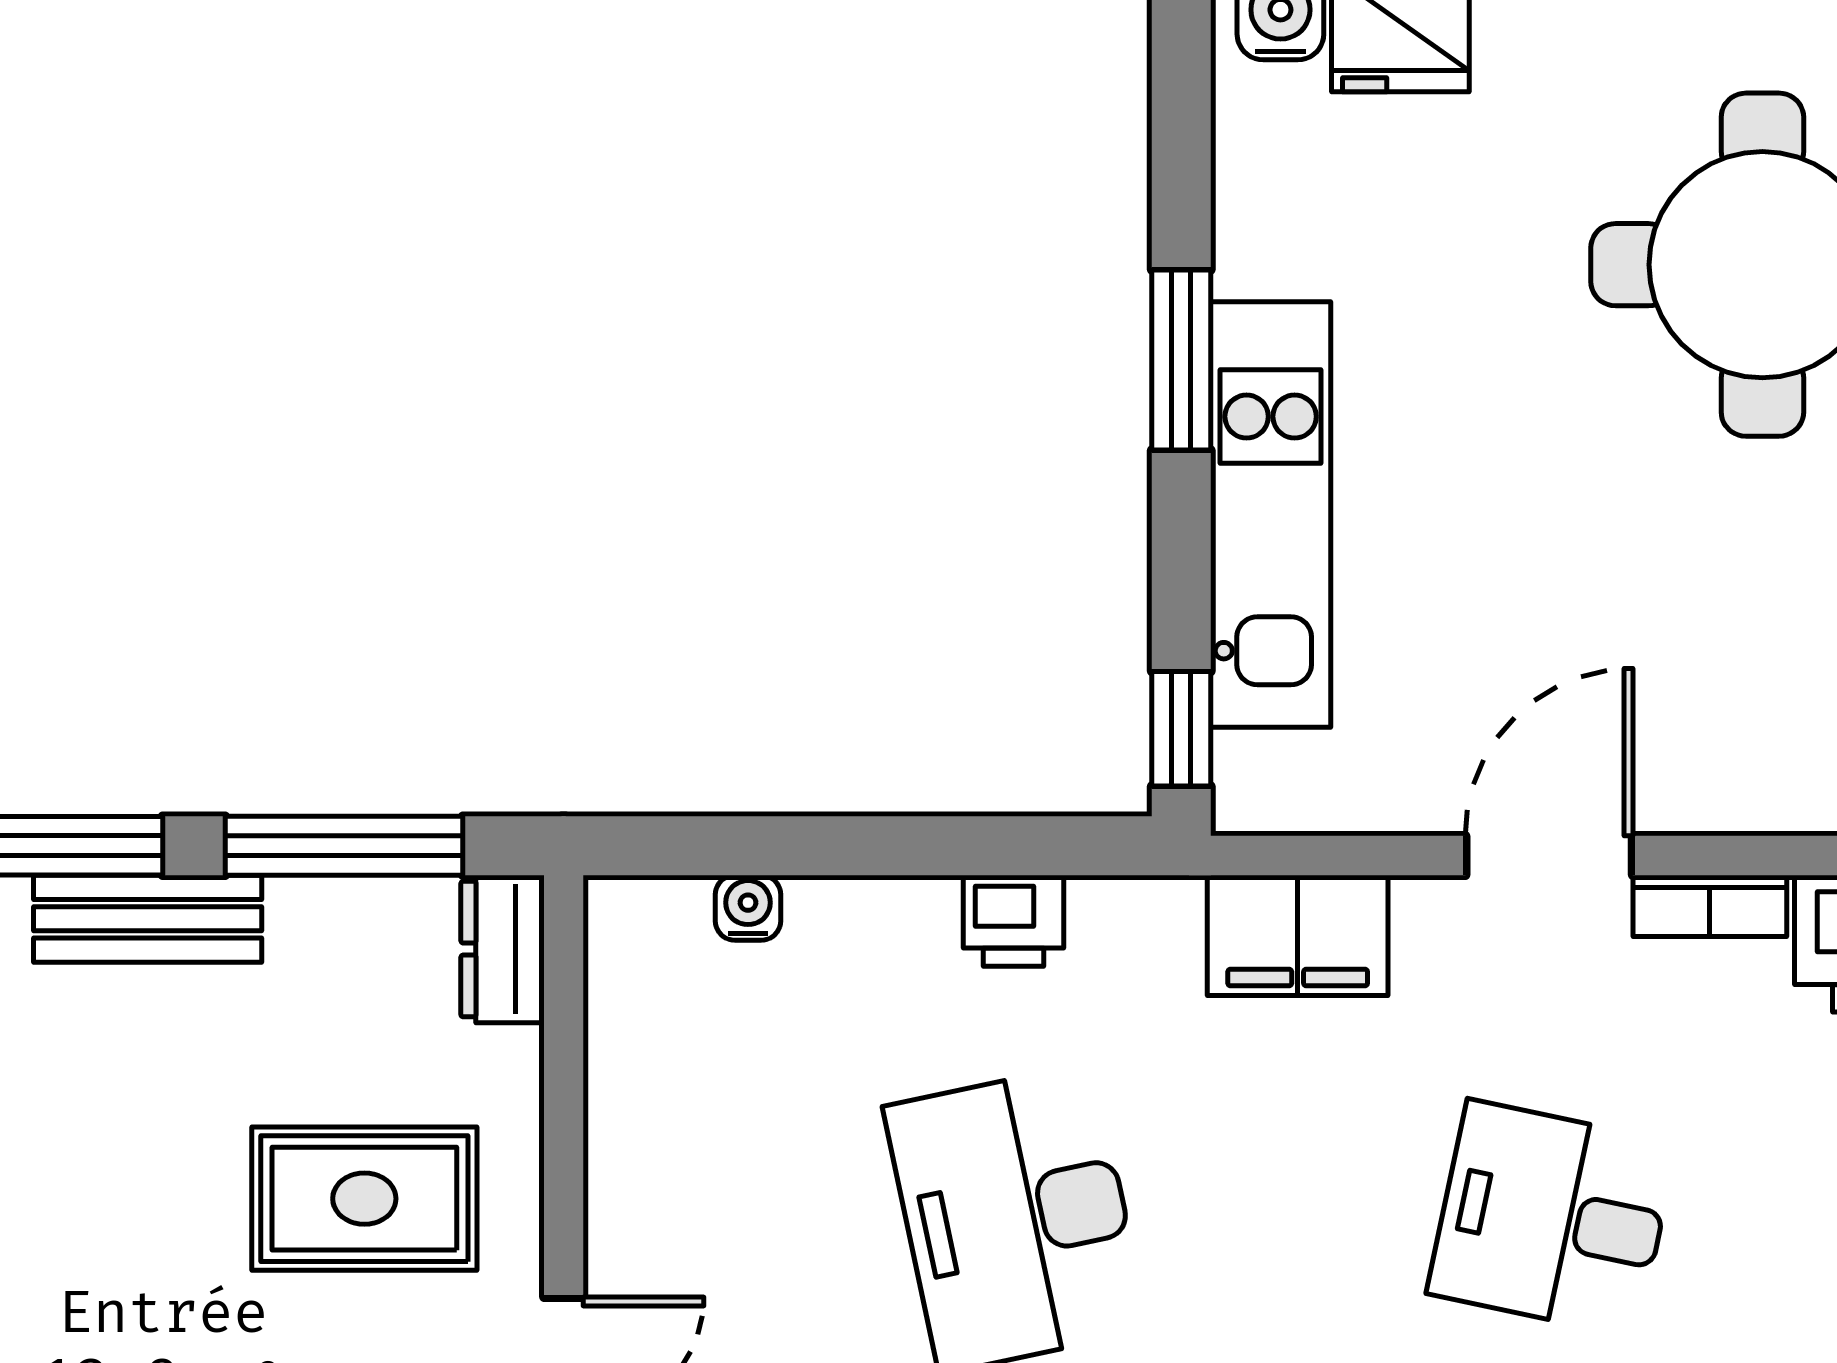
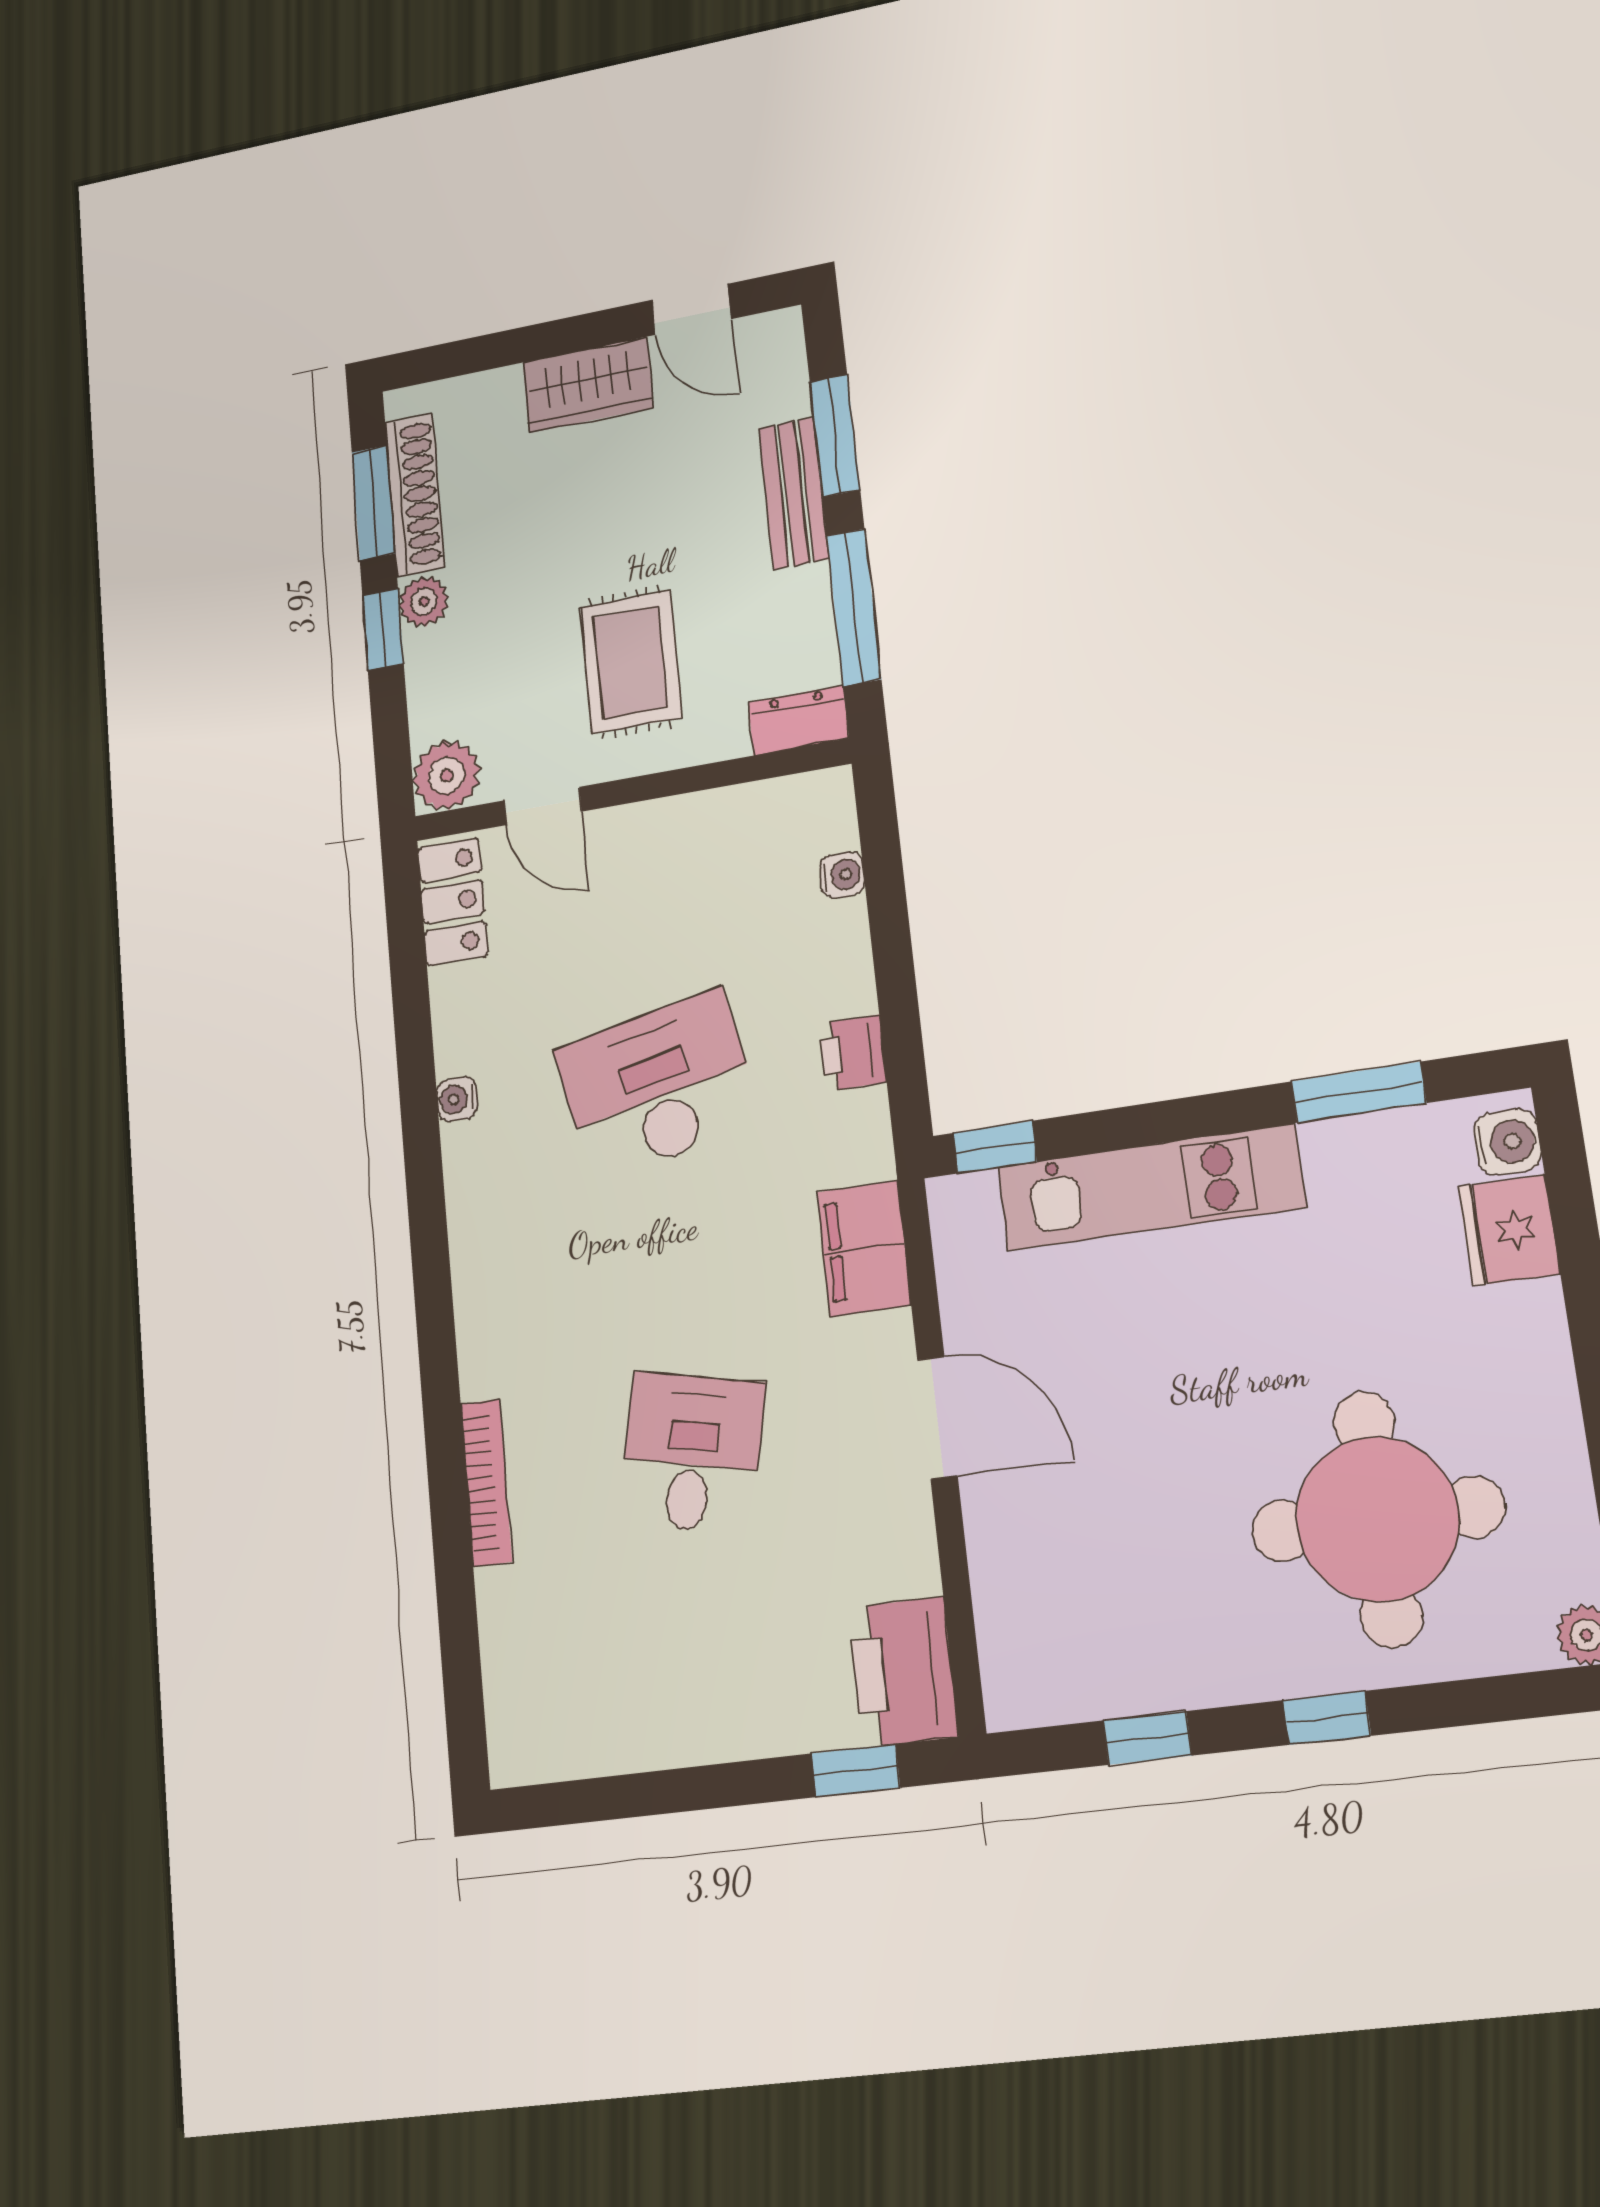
window: (1181, 360) -> (1359, 1092), moved
bookcase: (1710, 906) -> (915, 1538), removed

